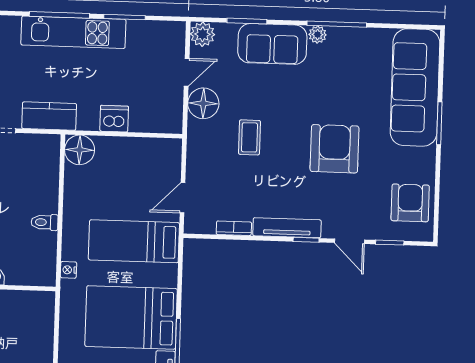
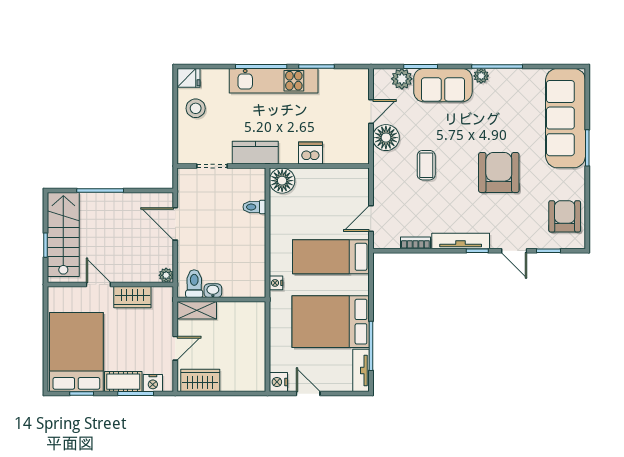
plant: (203, 34) -> (402, 79), moved
toilet: (45, 222) -> (254, 207), moved

